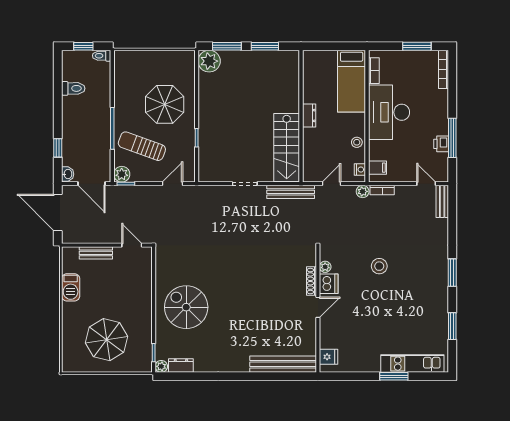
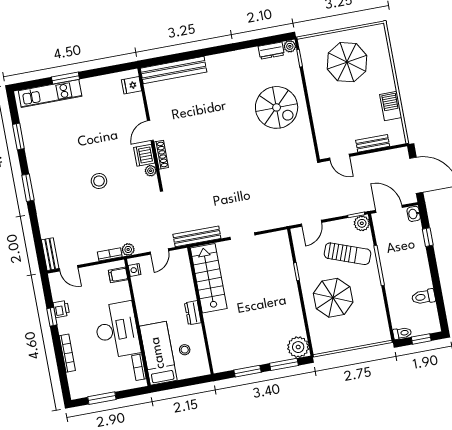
bookcase: (443, 69) -> (67, 353), moved
window: (452, 138) -> (52, 317), width x0.46
stool: (357, 142) -> (185, 350), moved

